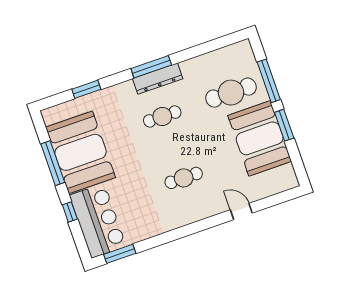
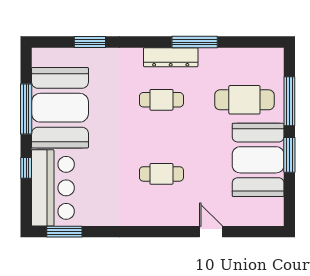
window: (151, 67) -> (195, 42), moved

